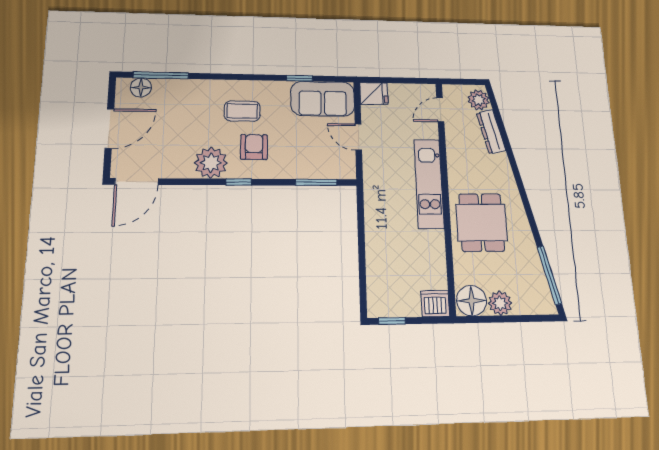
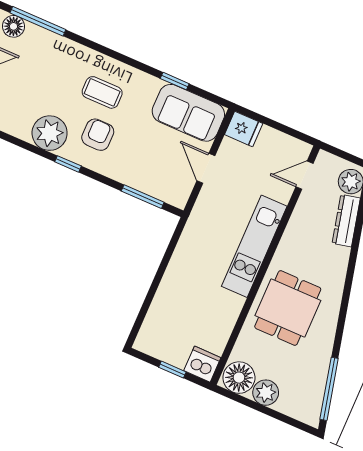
window: (392, 321) -> (172, 370), moved

